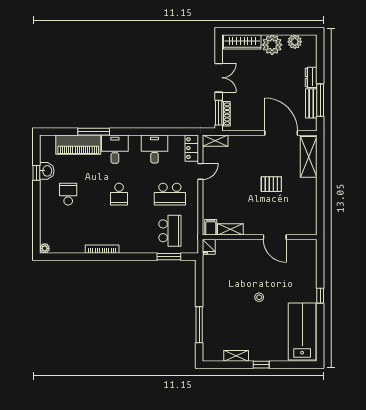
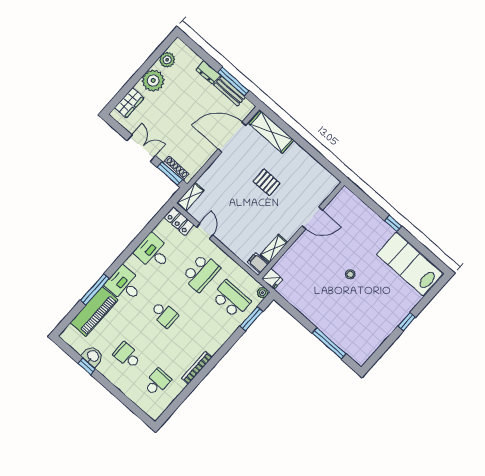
wardrobe: (242, 42) -> (129, 103), width x0.67
pallet: (271, 184) -> (267, 182), turned 90
school desk: (68, 231) -> (157, 382), added
plant: (45, 248) -> (262, 293), moved
shelving: (236, 356) -> (381, 336), removed

